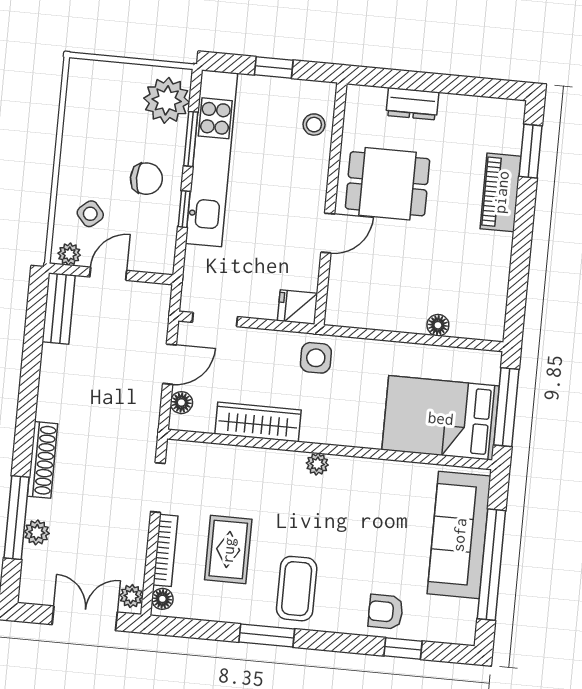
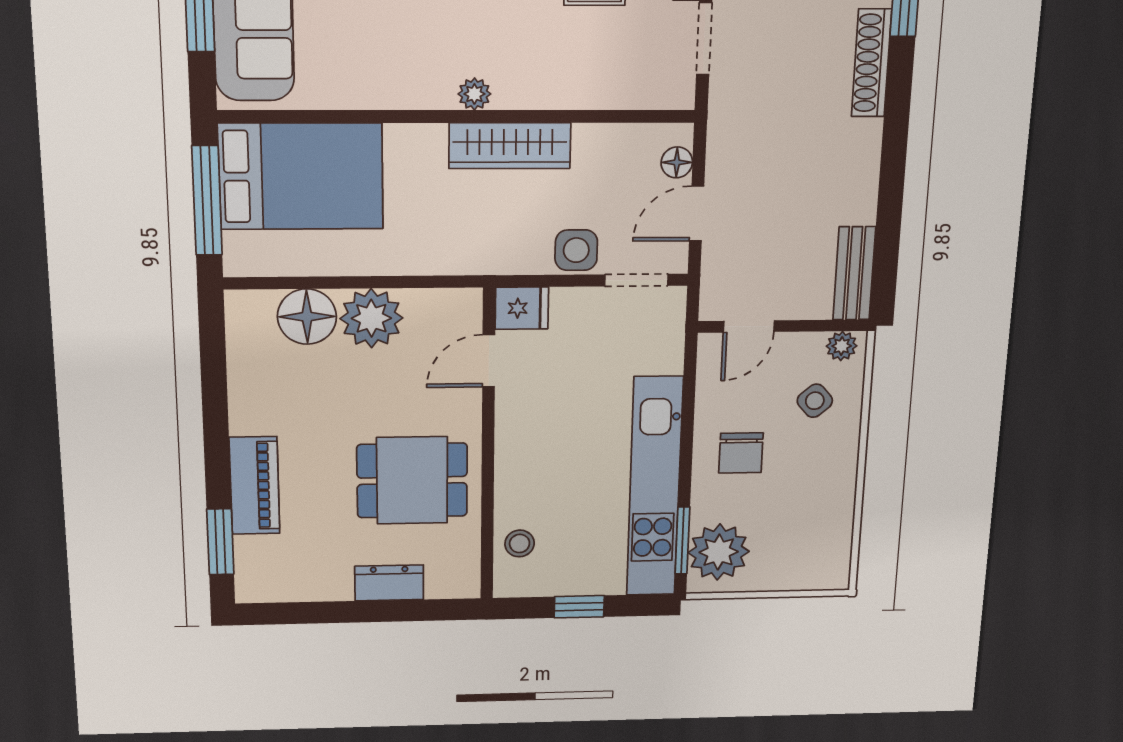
window: (191, 139) -> (682, 540), moved
chair: (146, 179) -> (741, 453), turned -90
window: (184, 209) -> (688, 420), removed
door: (328, 233) -> (489, 361), moved
door: (108, 274) -> (749, 326), moved
plant: (404, 311) -> (371, 318), added
floor lamp: (438, 325) -> (307, 317), width x1.89, depth x1.89
side table: (316, 358) -> (576, 250), moved
wardrobe: (258, 422) -> (510, 146), moved

